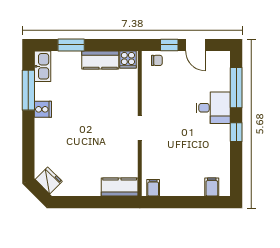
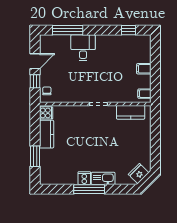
kitchen sink: (42, 66) -> (103, 178), moved
window: (28, 90) -> (89, 189), moved
window: (236, 132) -> (129, 30), moved
kitchen counter: (120, 187) -> (131, 112), moved, turned -90
filing cabinet: (212, 187) -> (144, 69), moved

